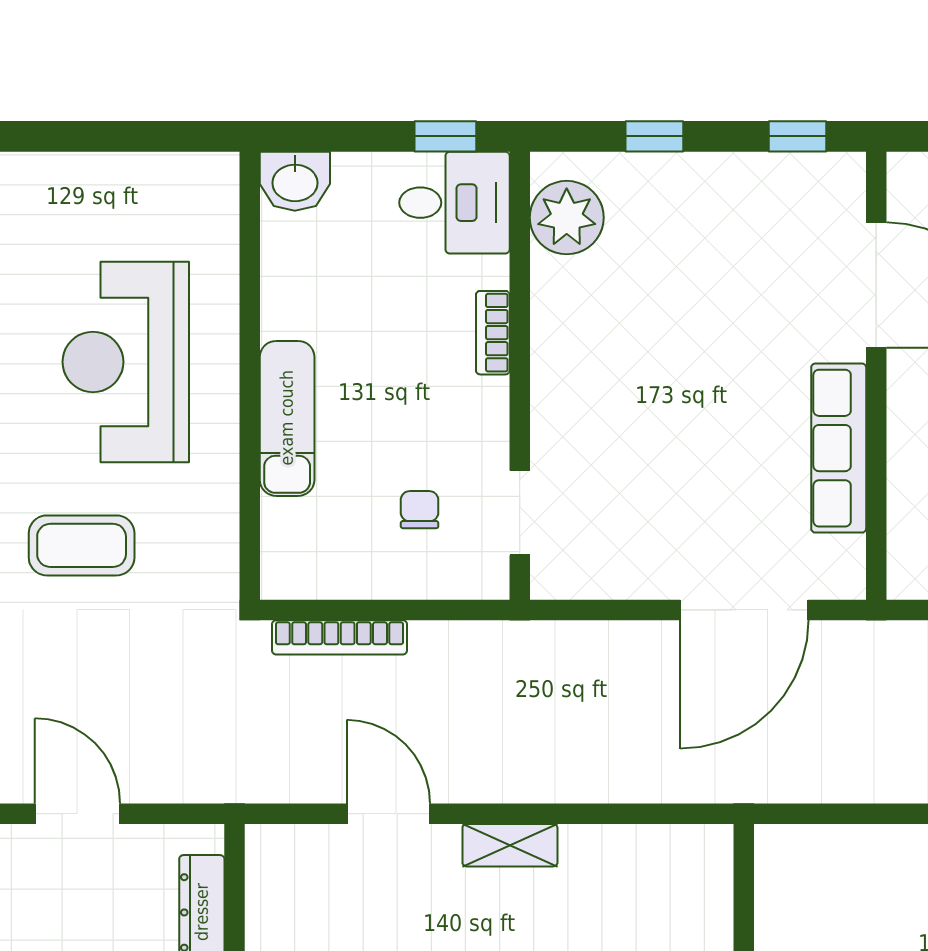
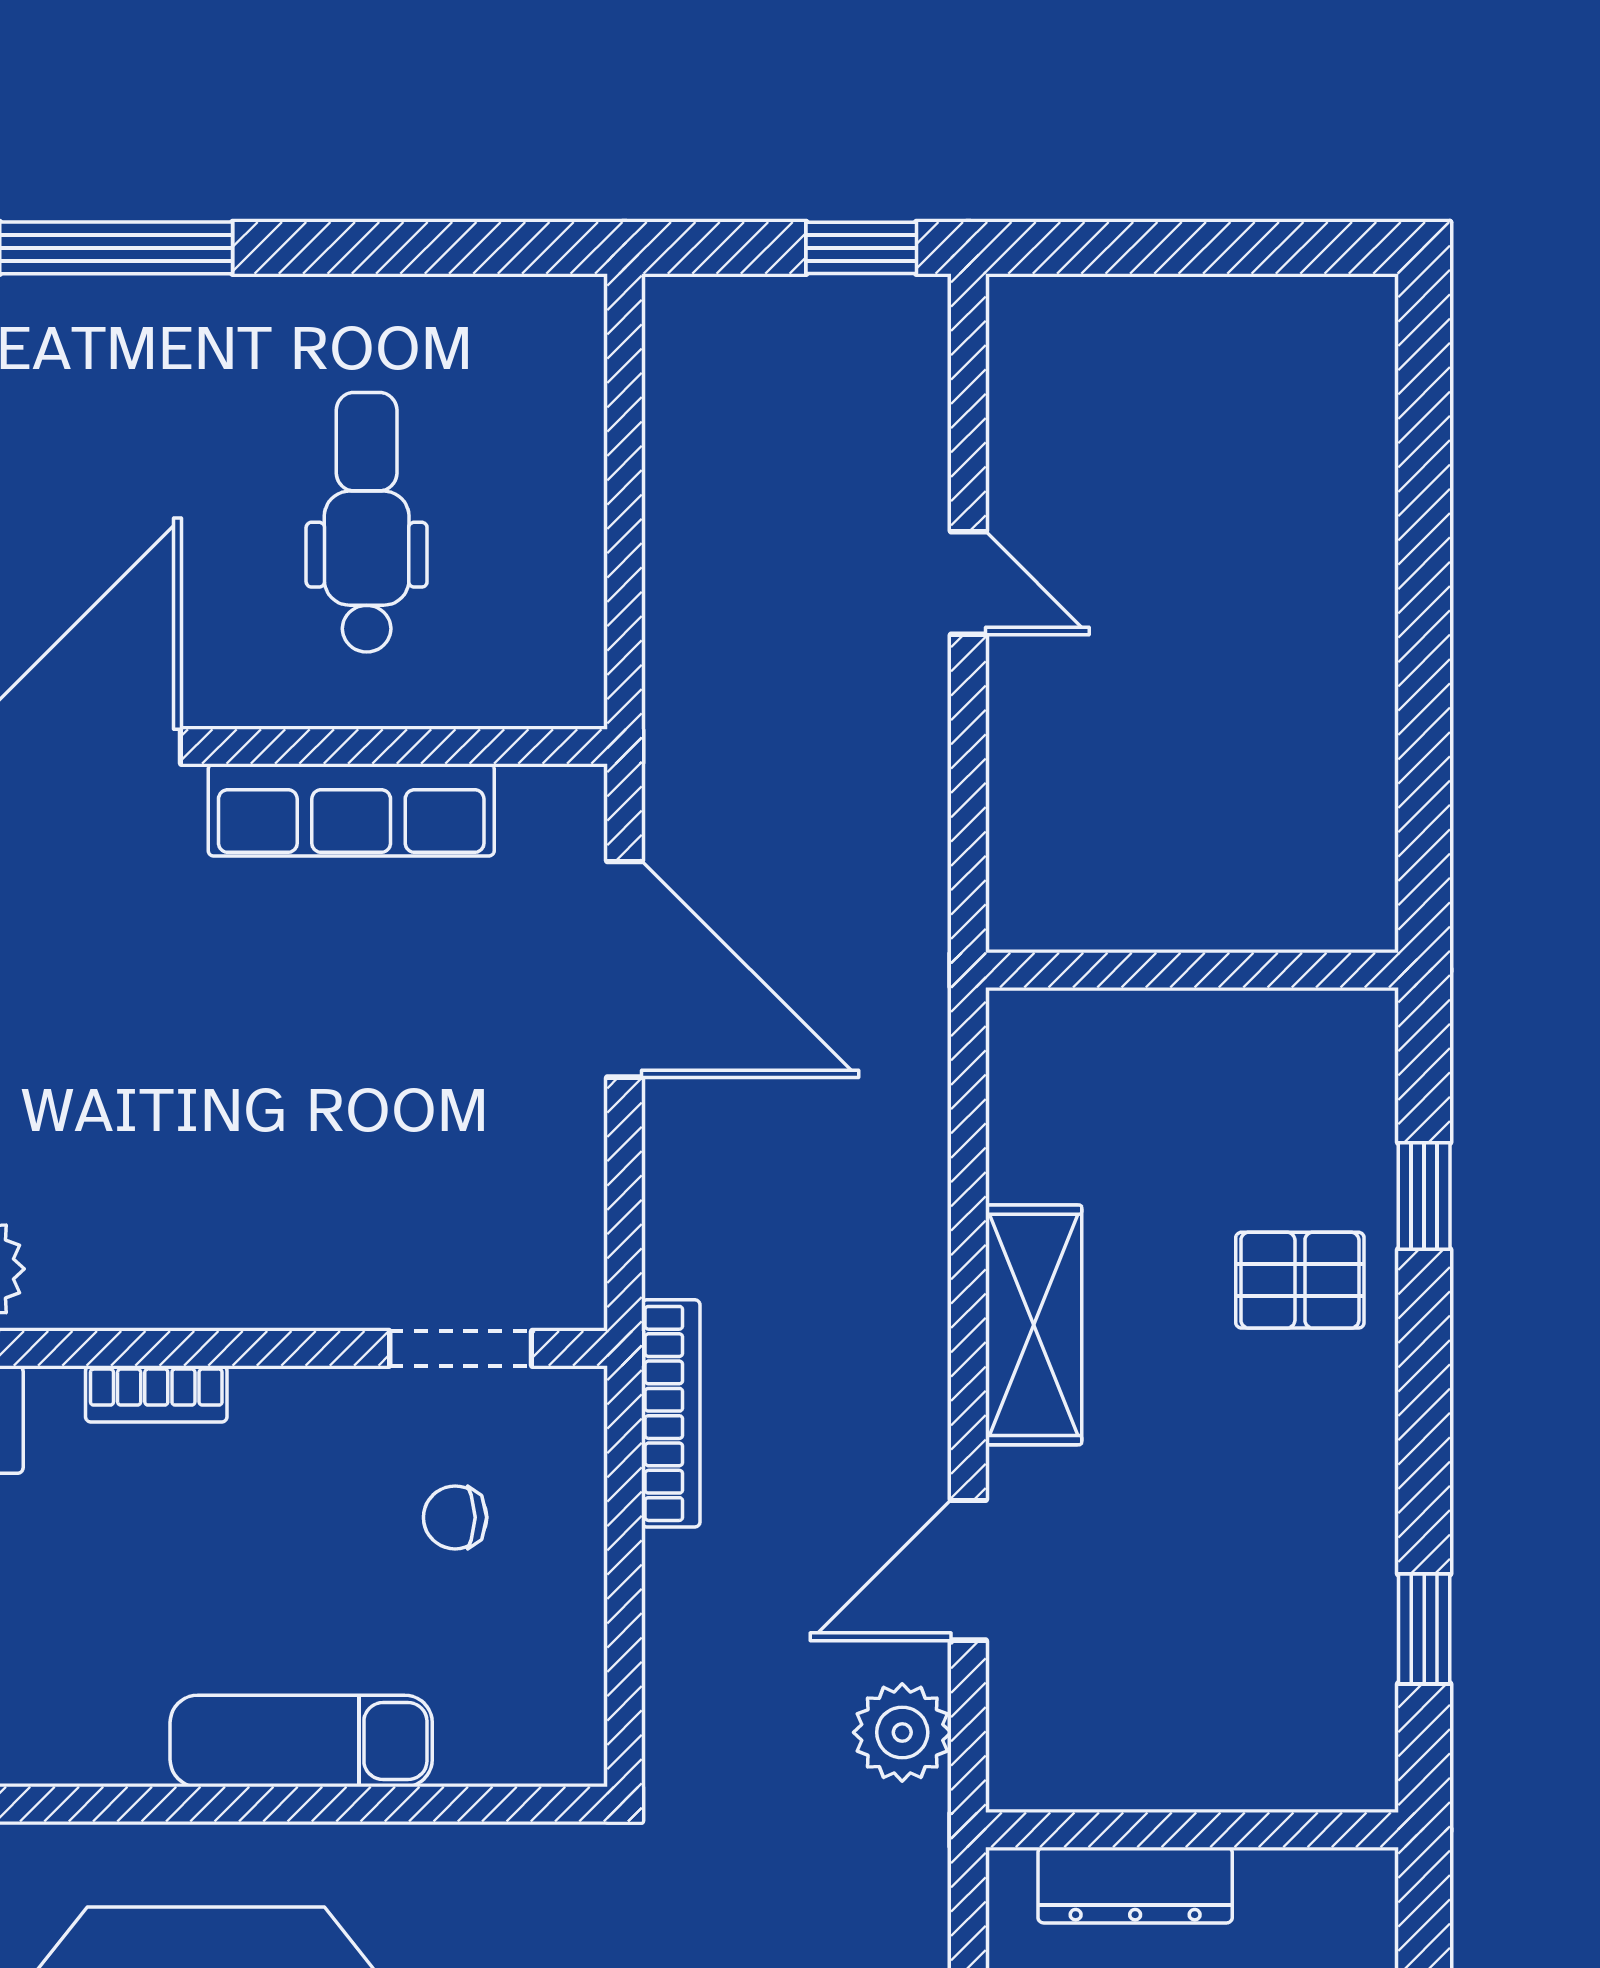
bookcase: (340, 637) -> (671, 1413), moved
plant: (292, 775) -> (902, 1732), added
shelving: (510, 845) -> (1034, 1325), width x1.50, depth x1.33

